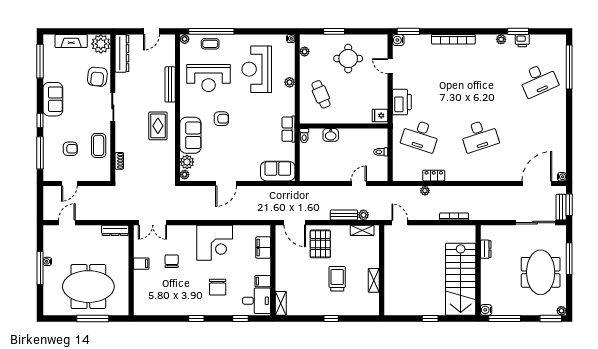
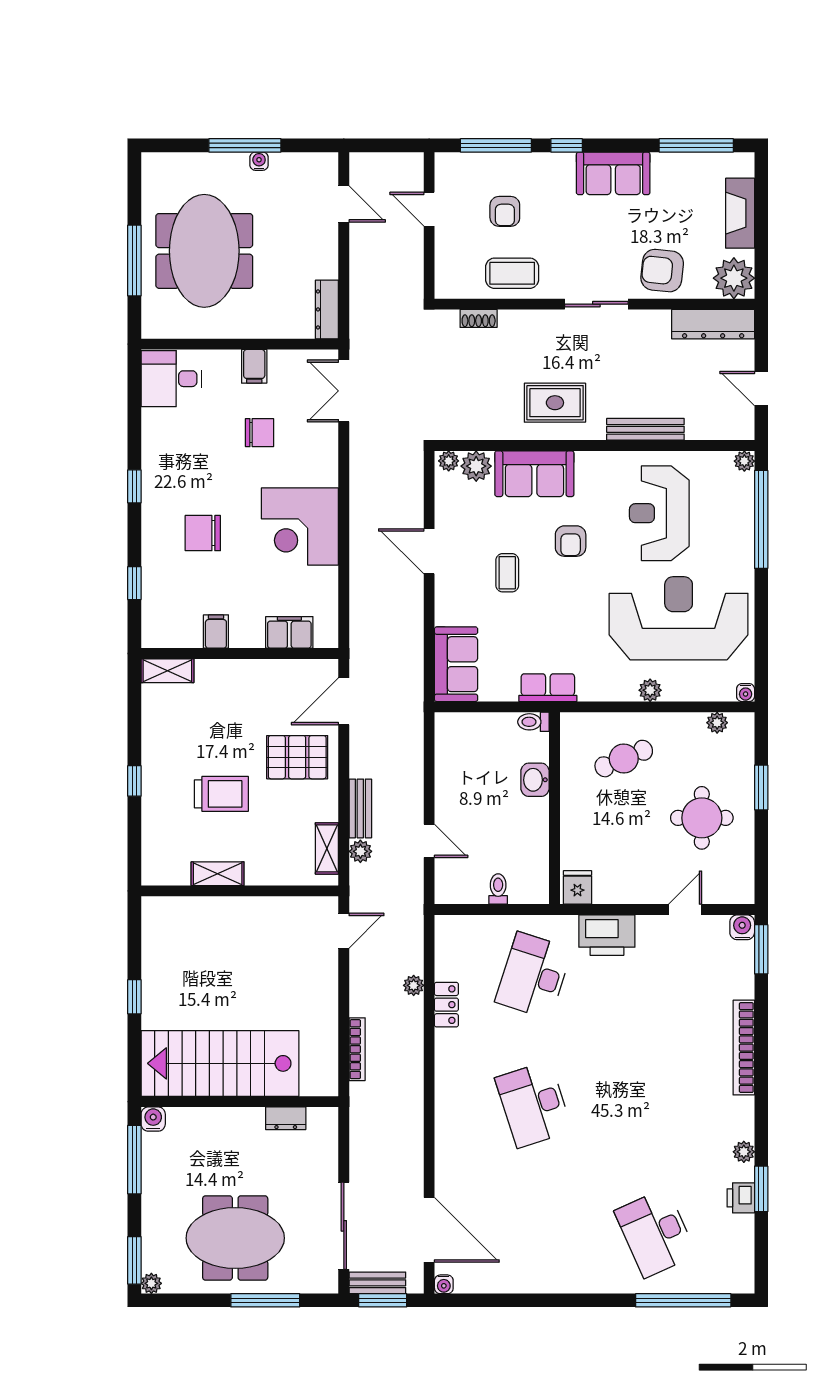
coffee table: (210, 44) -> (507, 573), moved
reception desk: (257, 69) -> (679, 618), width x1.36, depth x1.30
desk: (257, 301) -> (171, 379), moved, turned 90

